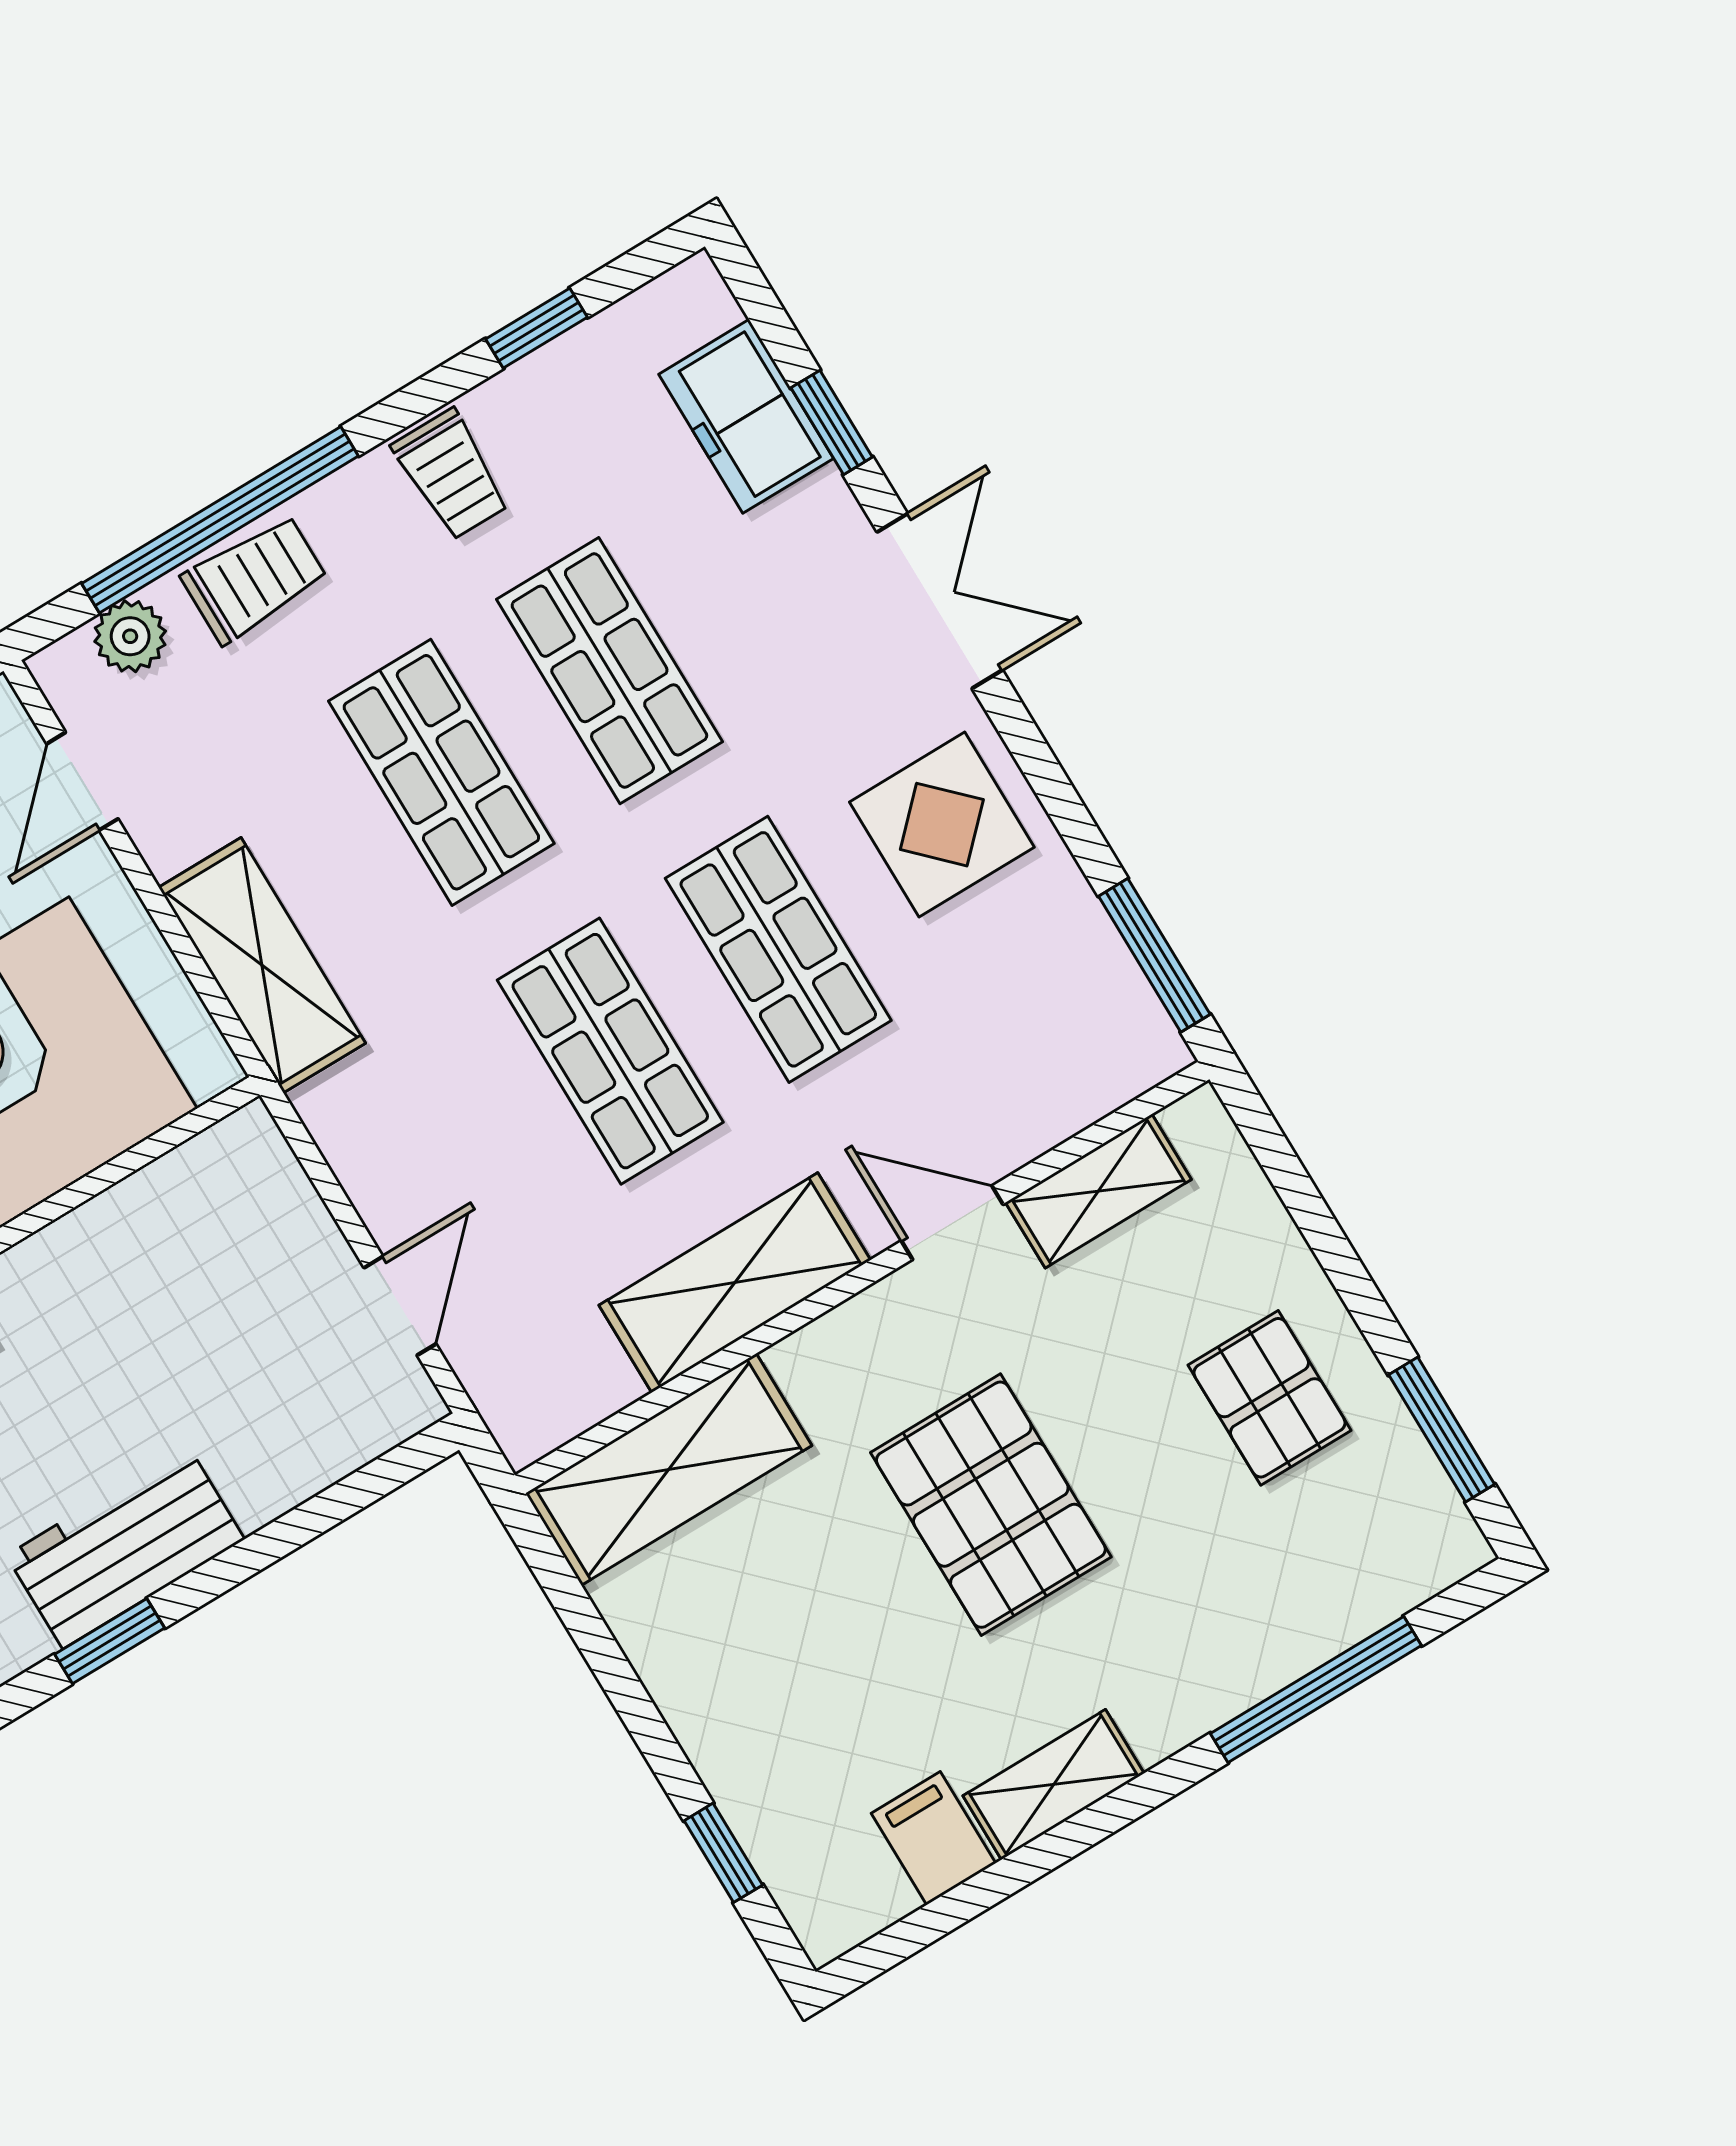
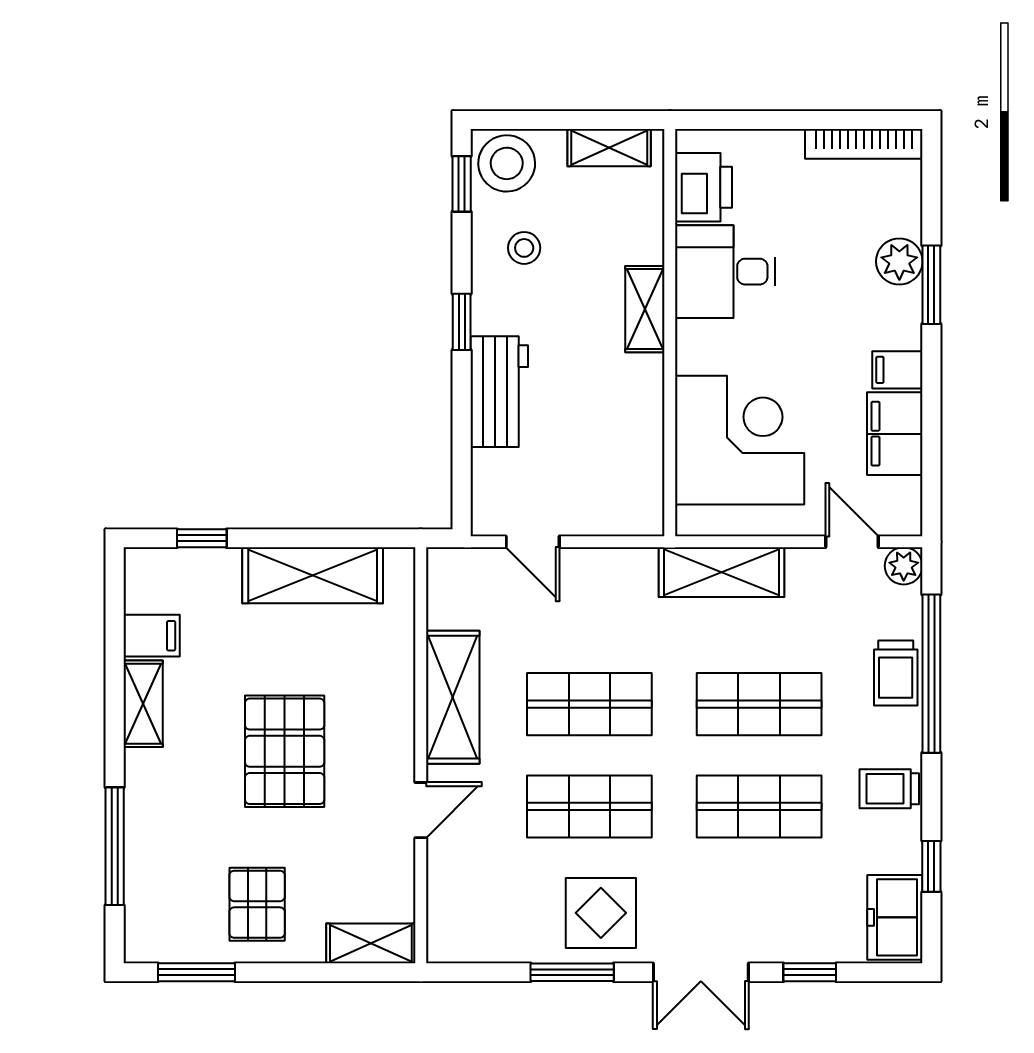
freezer: (746, 416) -> (895, 917), moved, turned -90
plant: (130, 636) -> (904, 566), moved
window: (1154, 955) -> (572, 972), moved
shelving: (1098, 1191) -> (371, 943), moved, turned 90
pallet: (1269, 1398) -> (257, 904), turned 90
shelving: (669, 1469) -> (313, 575), moved, turned 90
pallet: (991, 1505) -> (285, 751), turned 90
workbench: (125, 1547) -> (499, 392), moved

